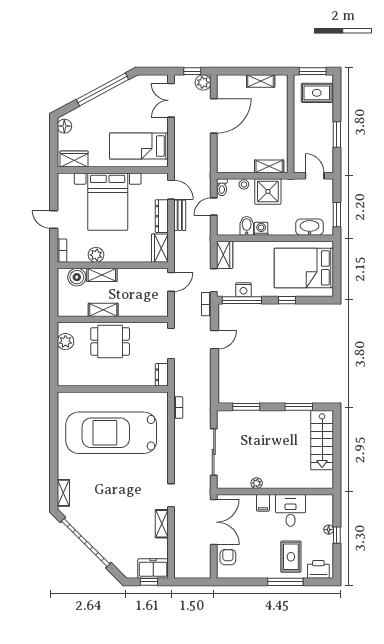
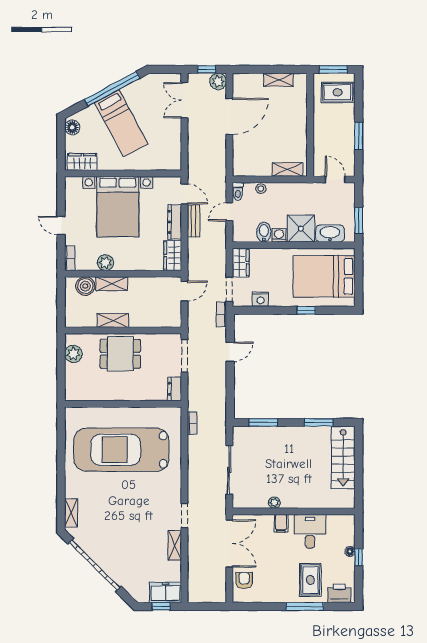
bed: (139, 146) -> (121, 123), moved, turned -118
shower: (268, 191) -> (301, 229), moved
window: (242, 300) -> (259, 310), removed

